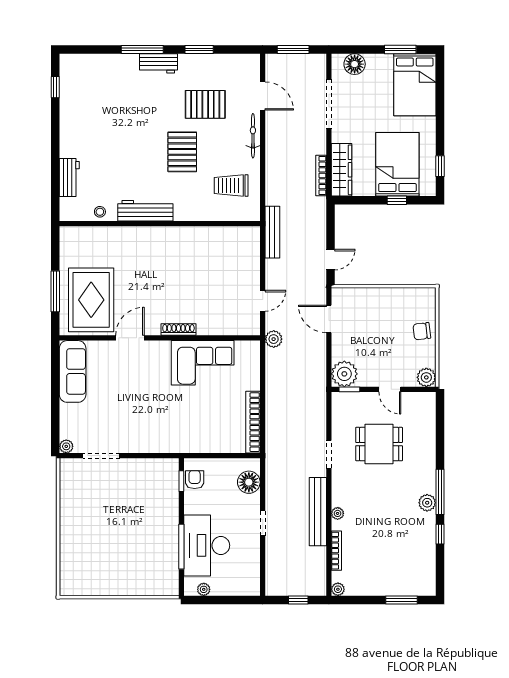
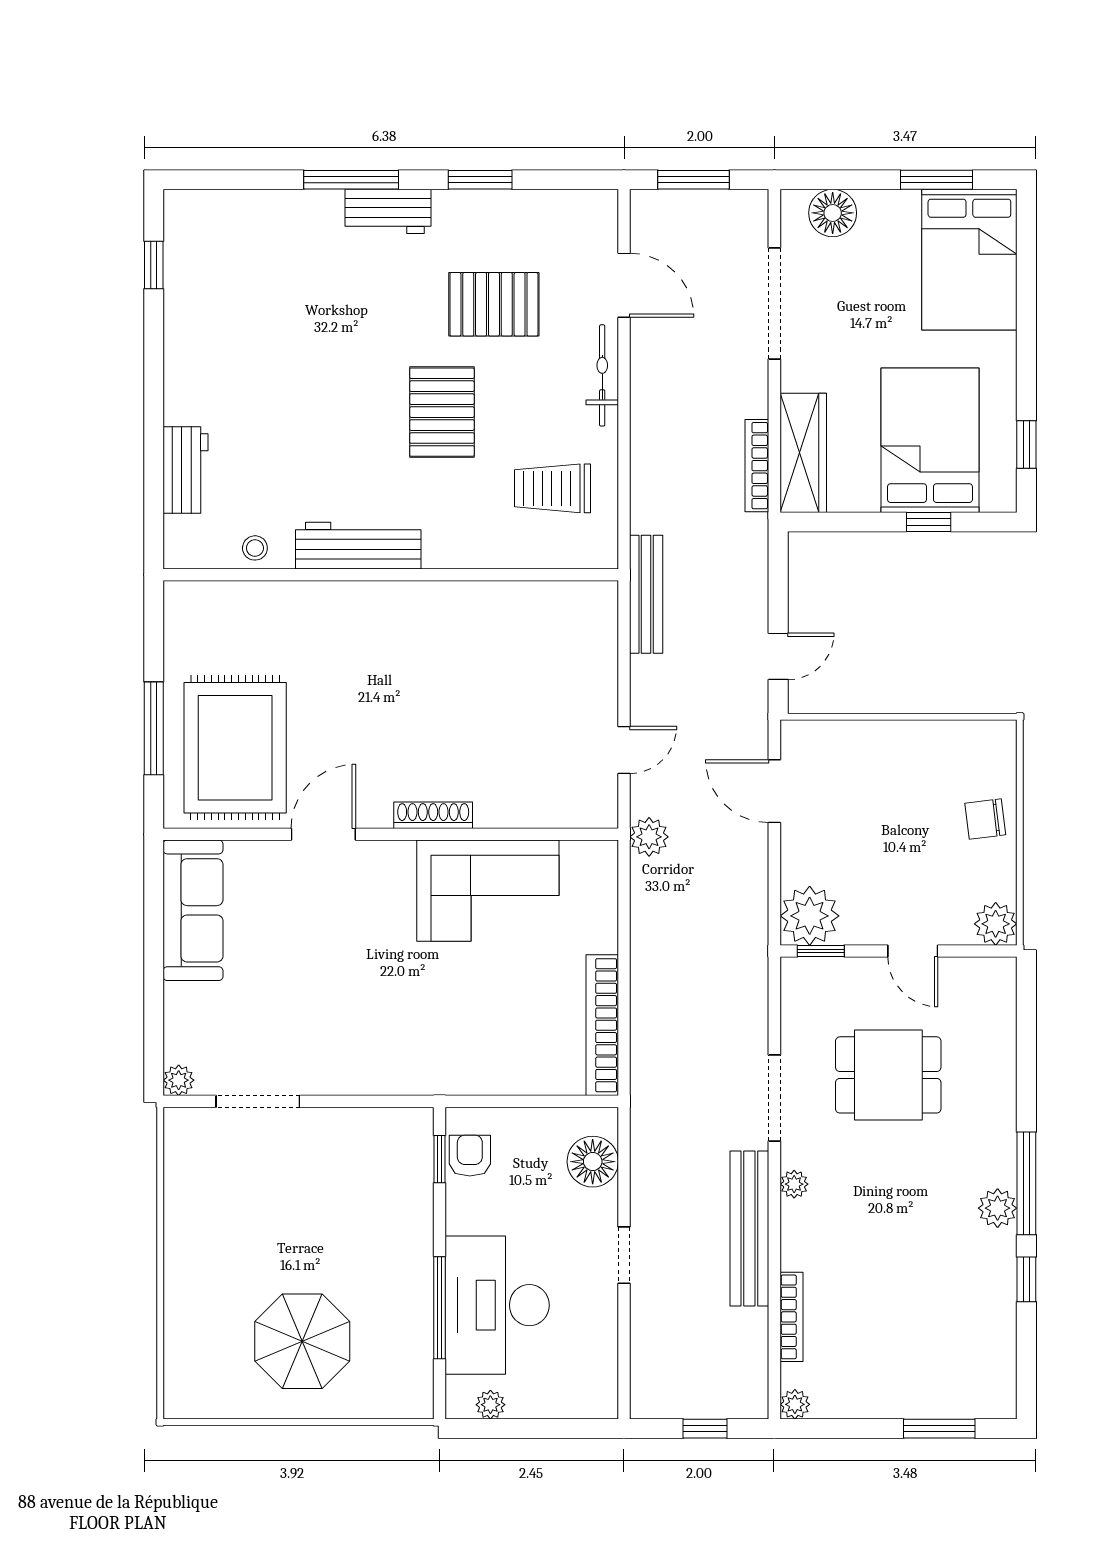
doorway: (329, 454) -> (774, 1098), width x1.38
plant: (338, 513) -> (794, 1184), moved
parasol: (121, 561) -> (302, 1341), added

